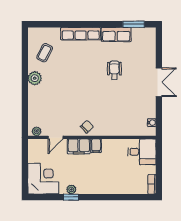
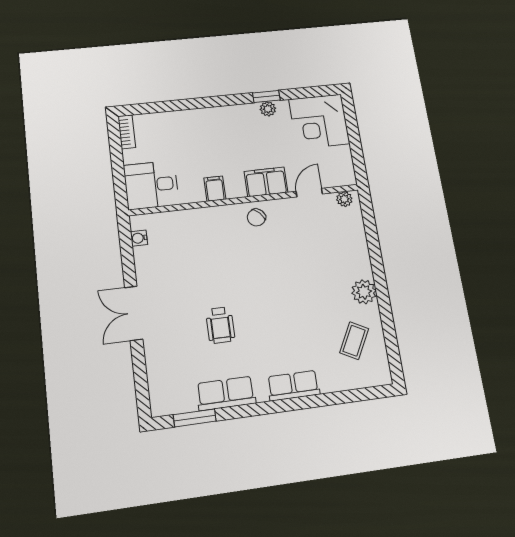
row of seats: (81, 34) -> (293, 386), width x0.68
filing cabinet: (96, 146) -> (215, 189), moved

